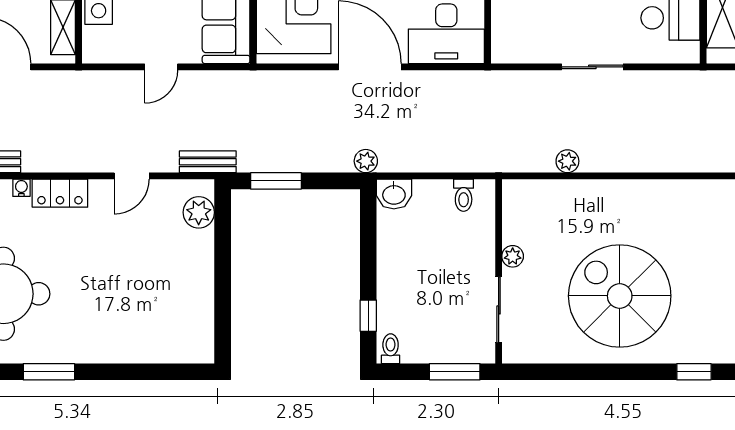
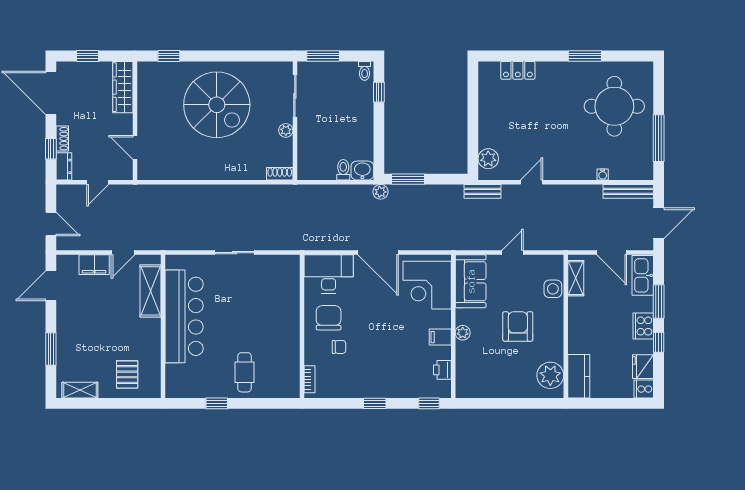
plant: (567, 161) -> (250, 192), removed
window: (276, 181) -> (408, 179), moved
shoe rack: (522, 189) -> (280, 174), added
locker: (60, 193) -> (518, 70), moved, turned 180
toilet: (464, 195) -> (343, 170), moved

